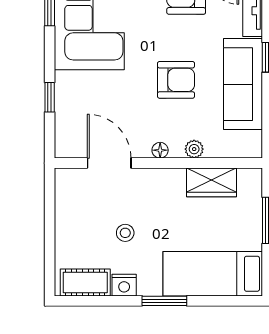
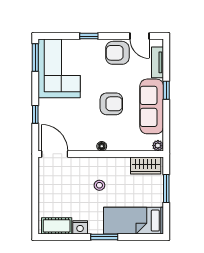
plant: (194, 149) -> (158, 146), moved
door: (109, 163) -> (55, 154), moved
wardrobe: (212, 182) -> (146, 166), moved
stool: (125, 233) -> (99, 185), moved

